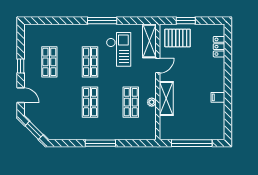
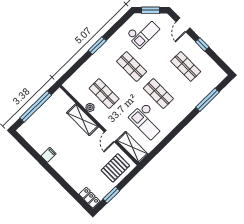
window: (102, 21) -> (208, 100), moved
window: (186, 21) -> (111, 195), moved
locker: (219, 47) -> (89, 198), moved
door: (21, 95) -> (183, 25), hinge flipped
checkout: (56, 119) -> (143, 32), added
window: (100, 143) -> (97, 46), width x0.69

